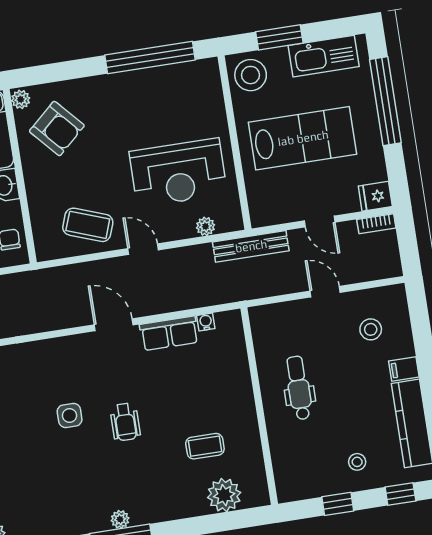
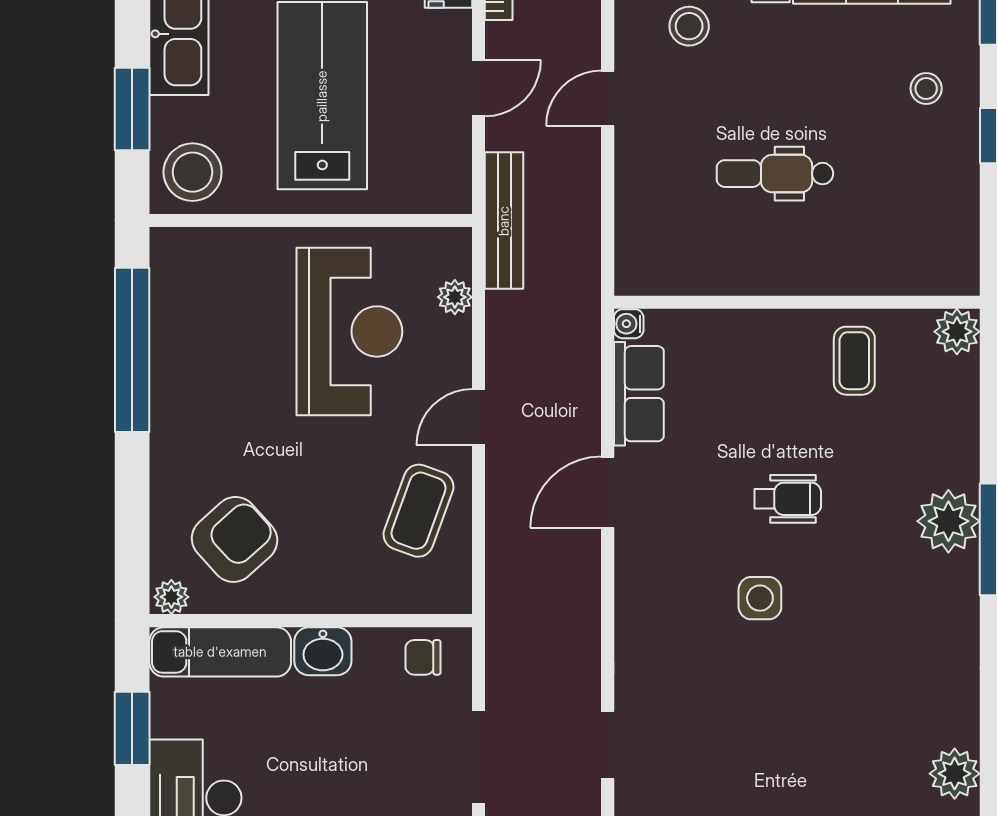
wall: (259, 406) -> (797, 302), moved
plant: (224, 495) -> (957, 332), width x0.73, depth x0.73
plant: (120, 519) -> (948, 521), width x1.87, depth x1.87

